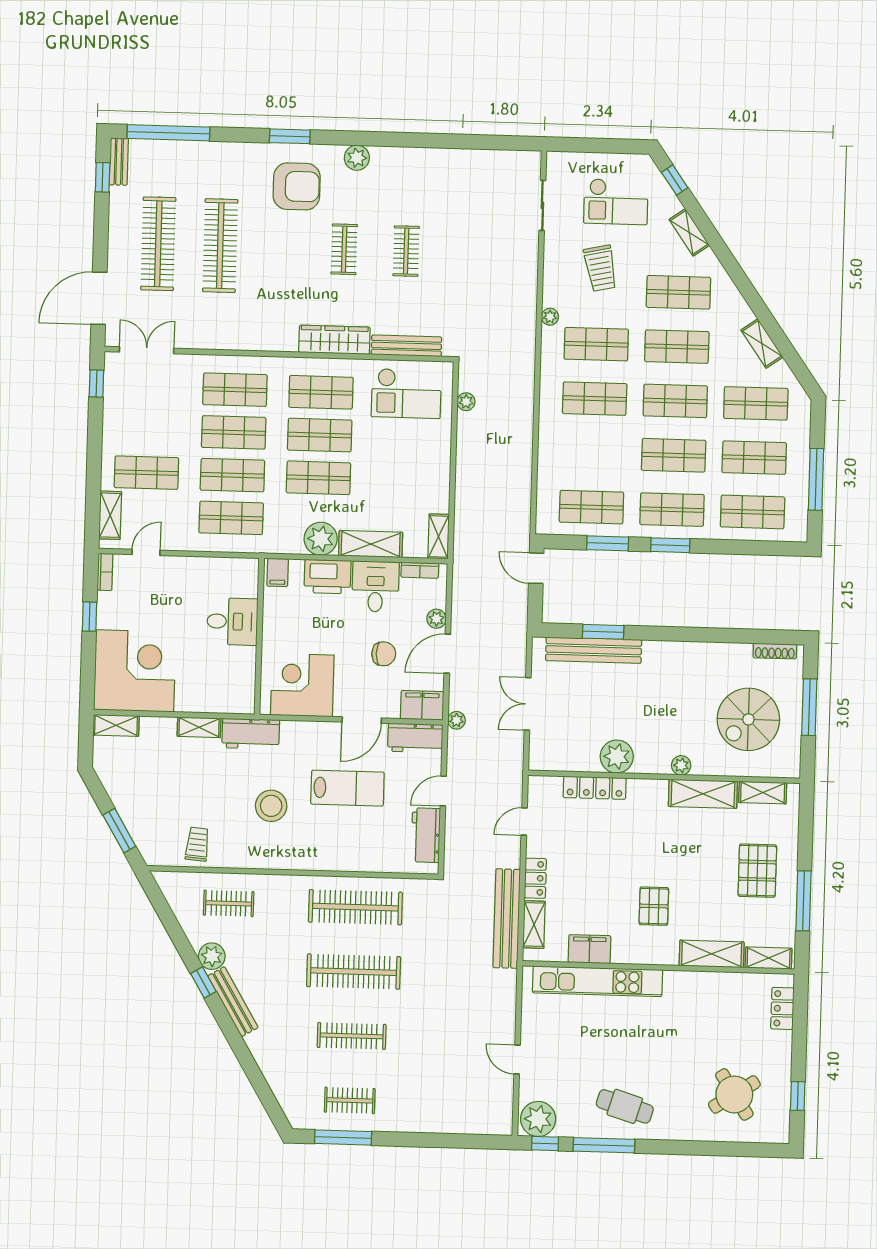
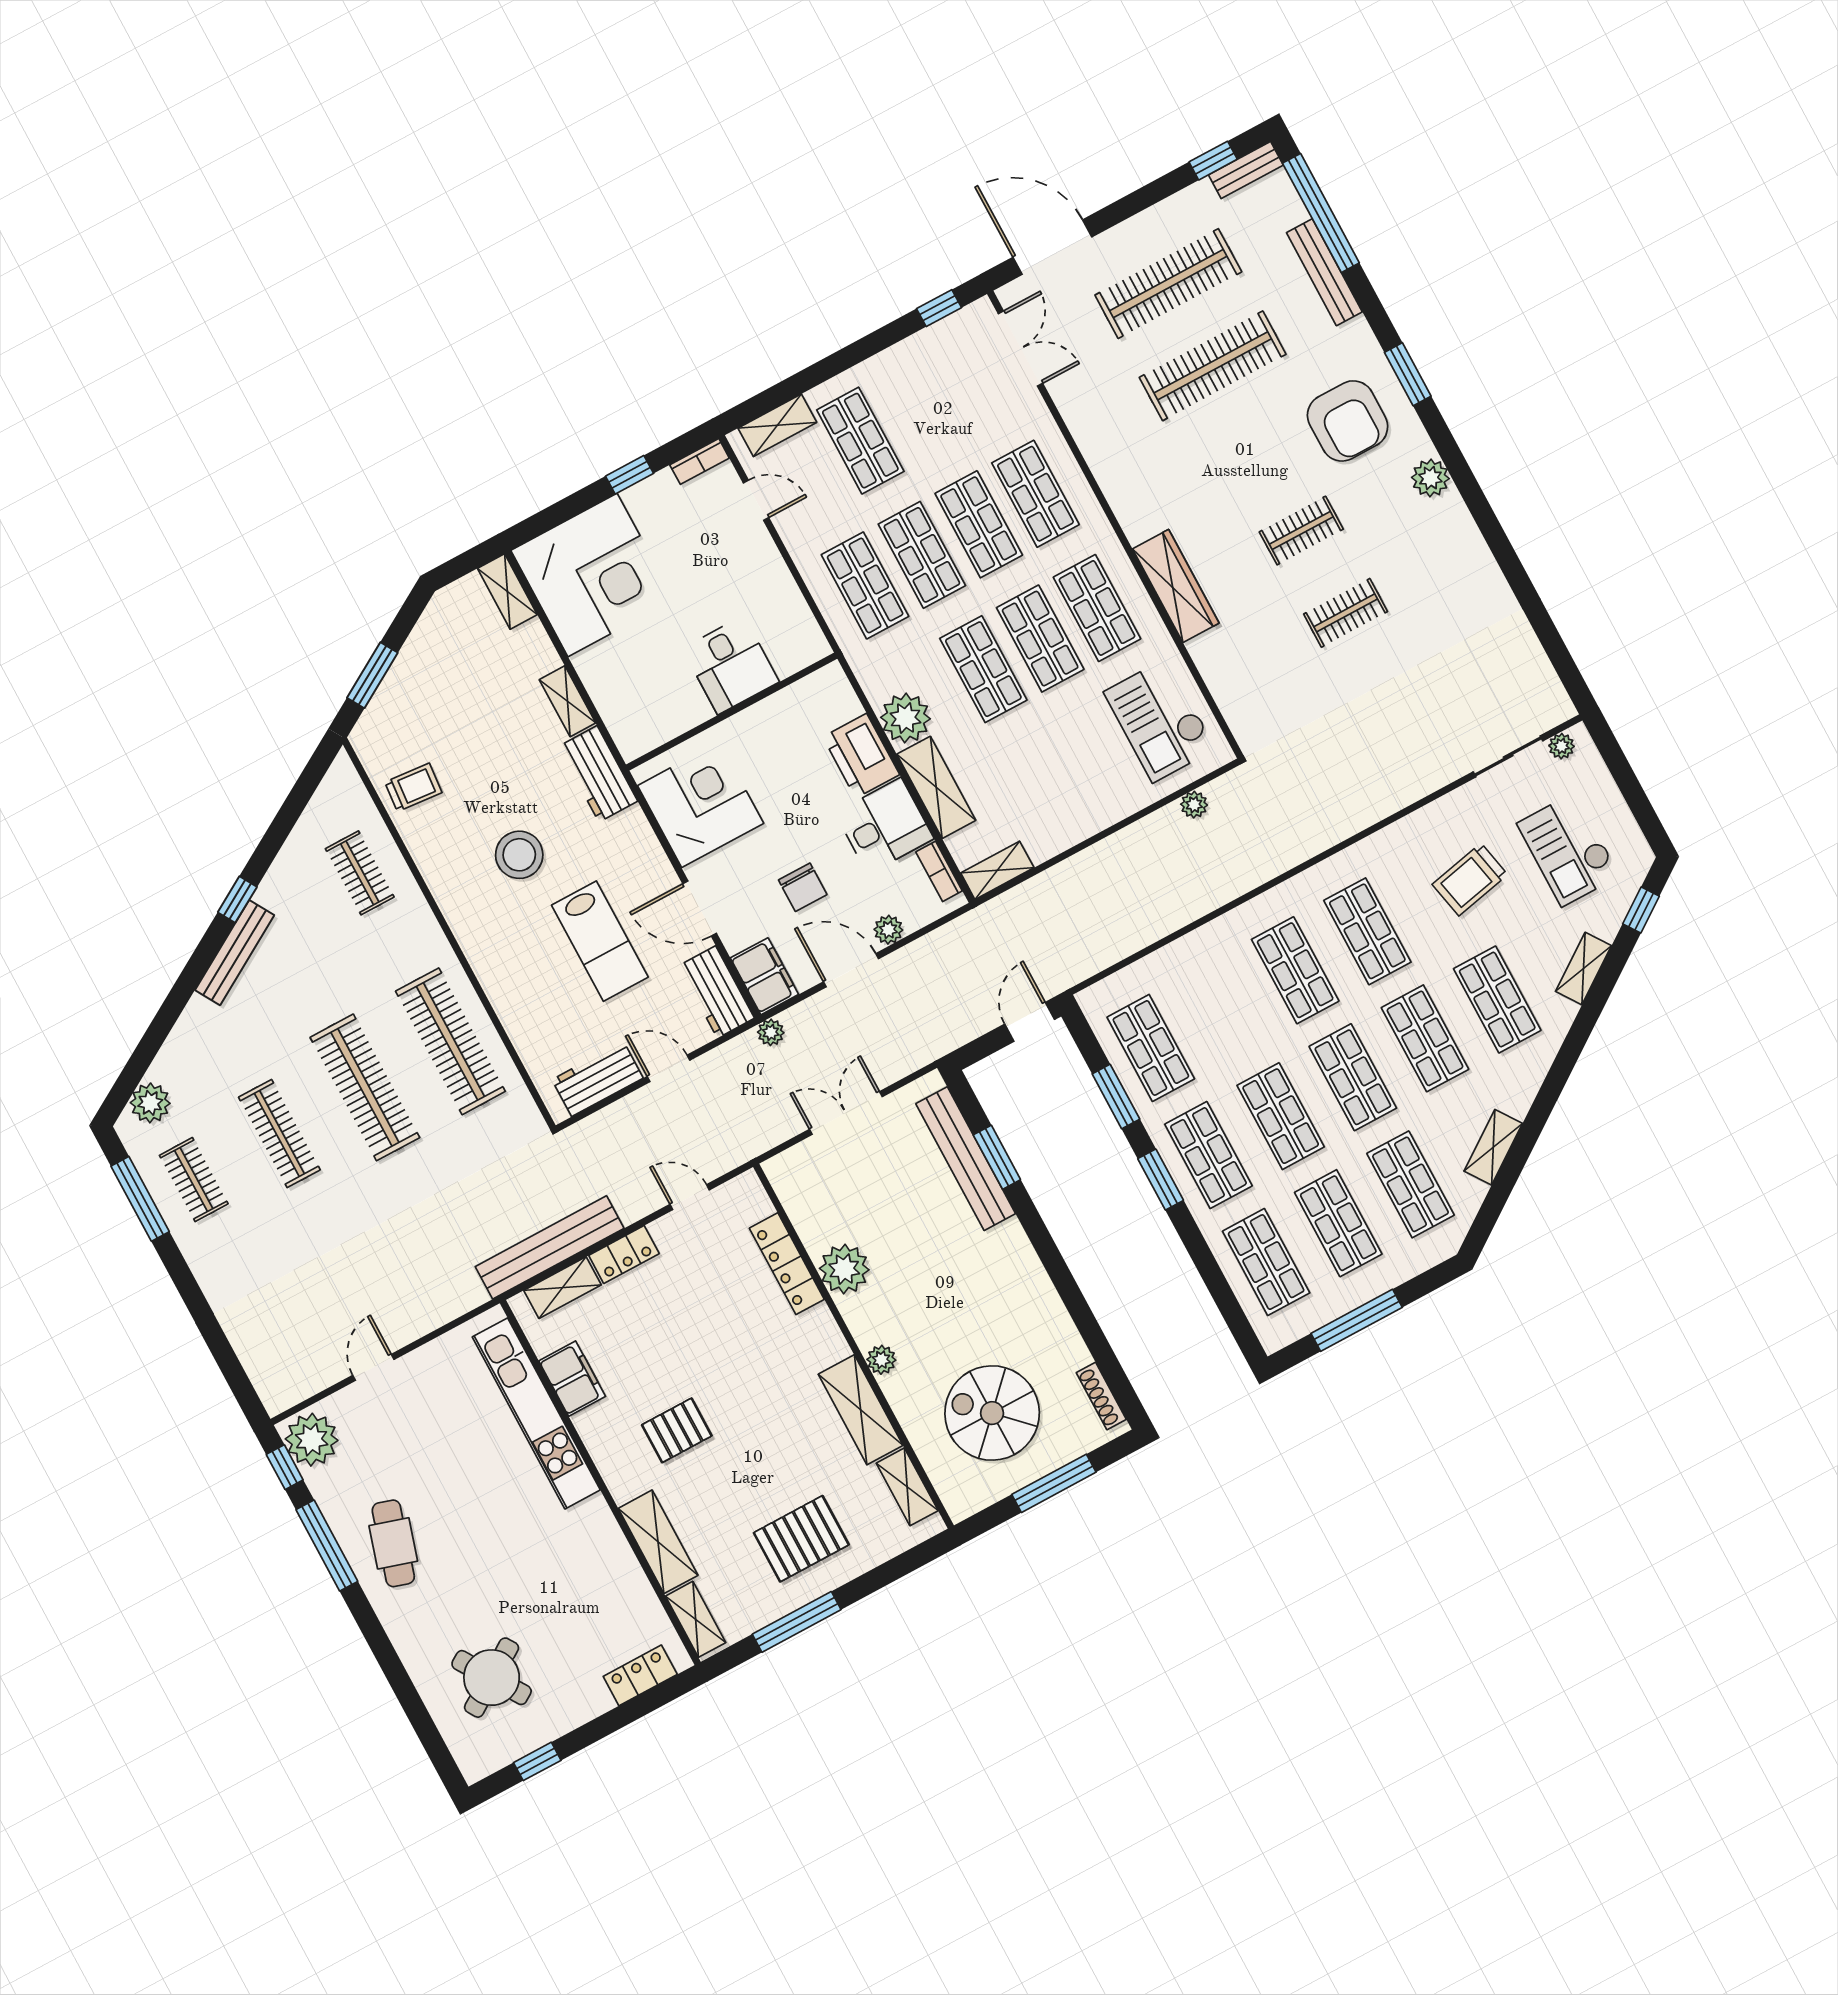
plant: (550, 317) -> (1561, 746), moved
bench: (406, 346) -> (1324, 272), moved
filing cabinet: (278, 572) -> (829, 687), removed
plant: (212, 956) -> (150, 1103), moved

